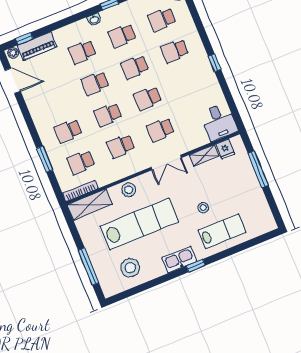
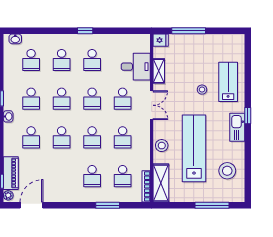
school desk: (187, 82) -> (92, 60), added
desk: (219, 122) -> (136, 67), moved
fridge: (225, 149) -> (161, 40), moved

